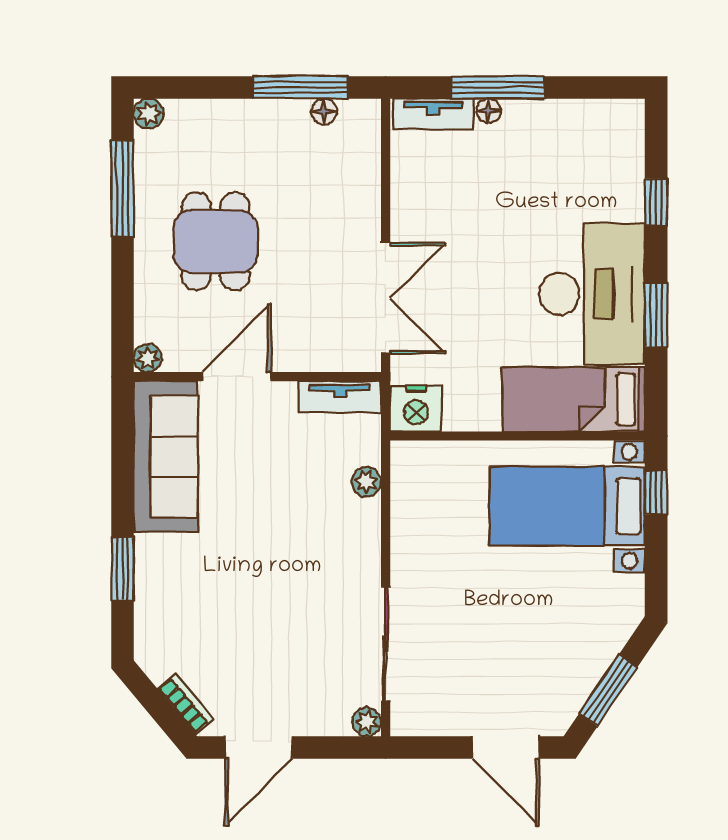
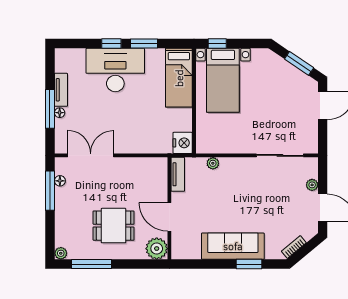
tv unit: (433, 114) -> (61, 90), moved
window: (656, 202) -> (111, 44), moved
desk: (592, 294) -> (115, 70), moved
double door: (386, 298) -> (91, 155), moved
plant: (148, 358) -> (157, 249), width x1.88, depth x1.88
sofa: (166, 457) -> (233, 246), moved
bookcase: (186, 704) -> (294, 247), moved
plant: (367, 722) -> (312, 185), moved

